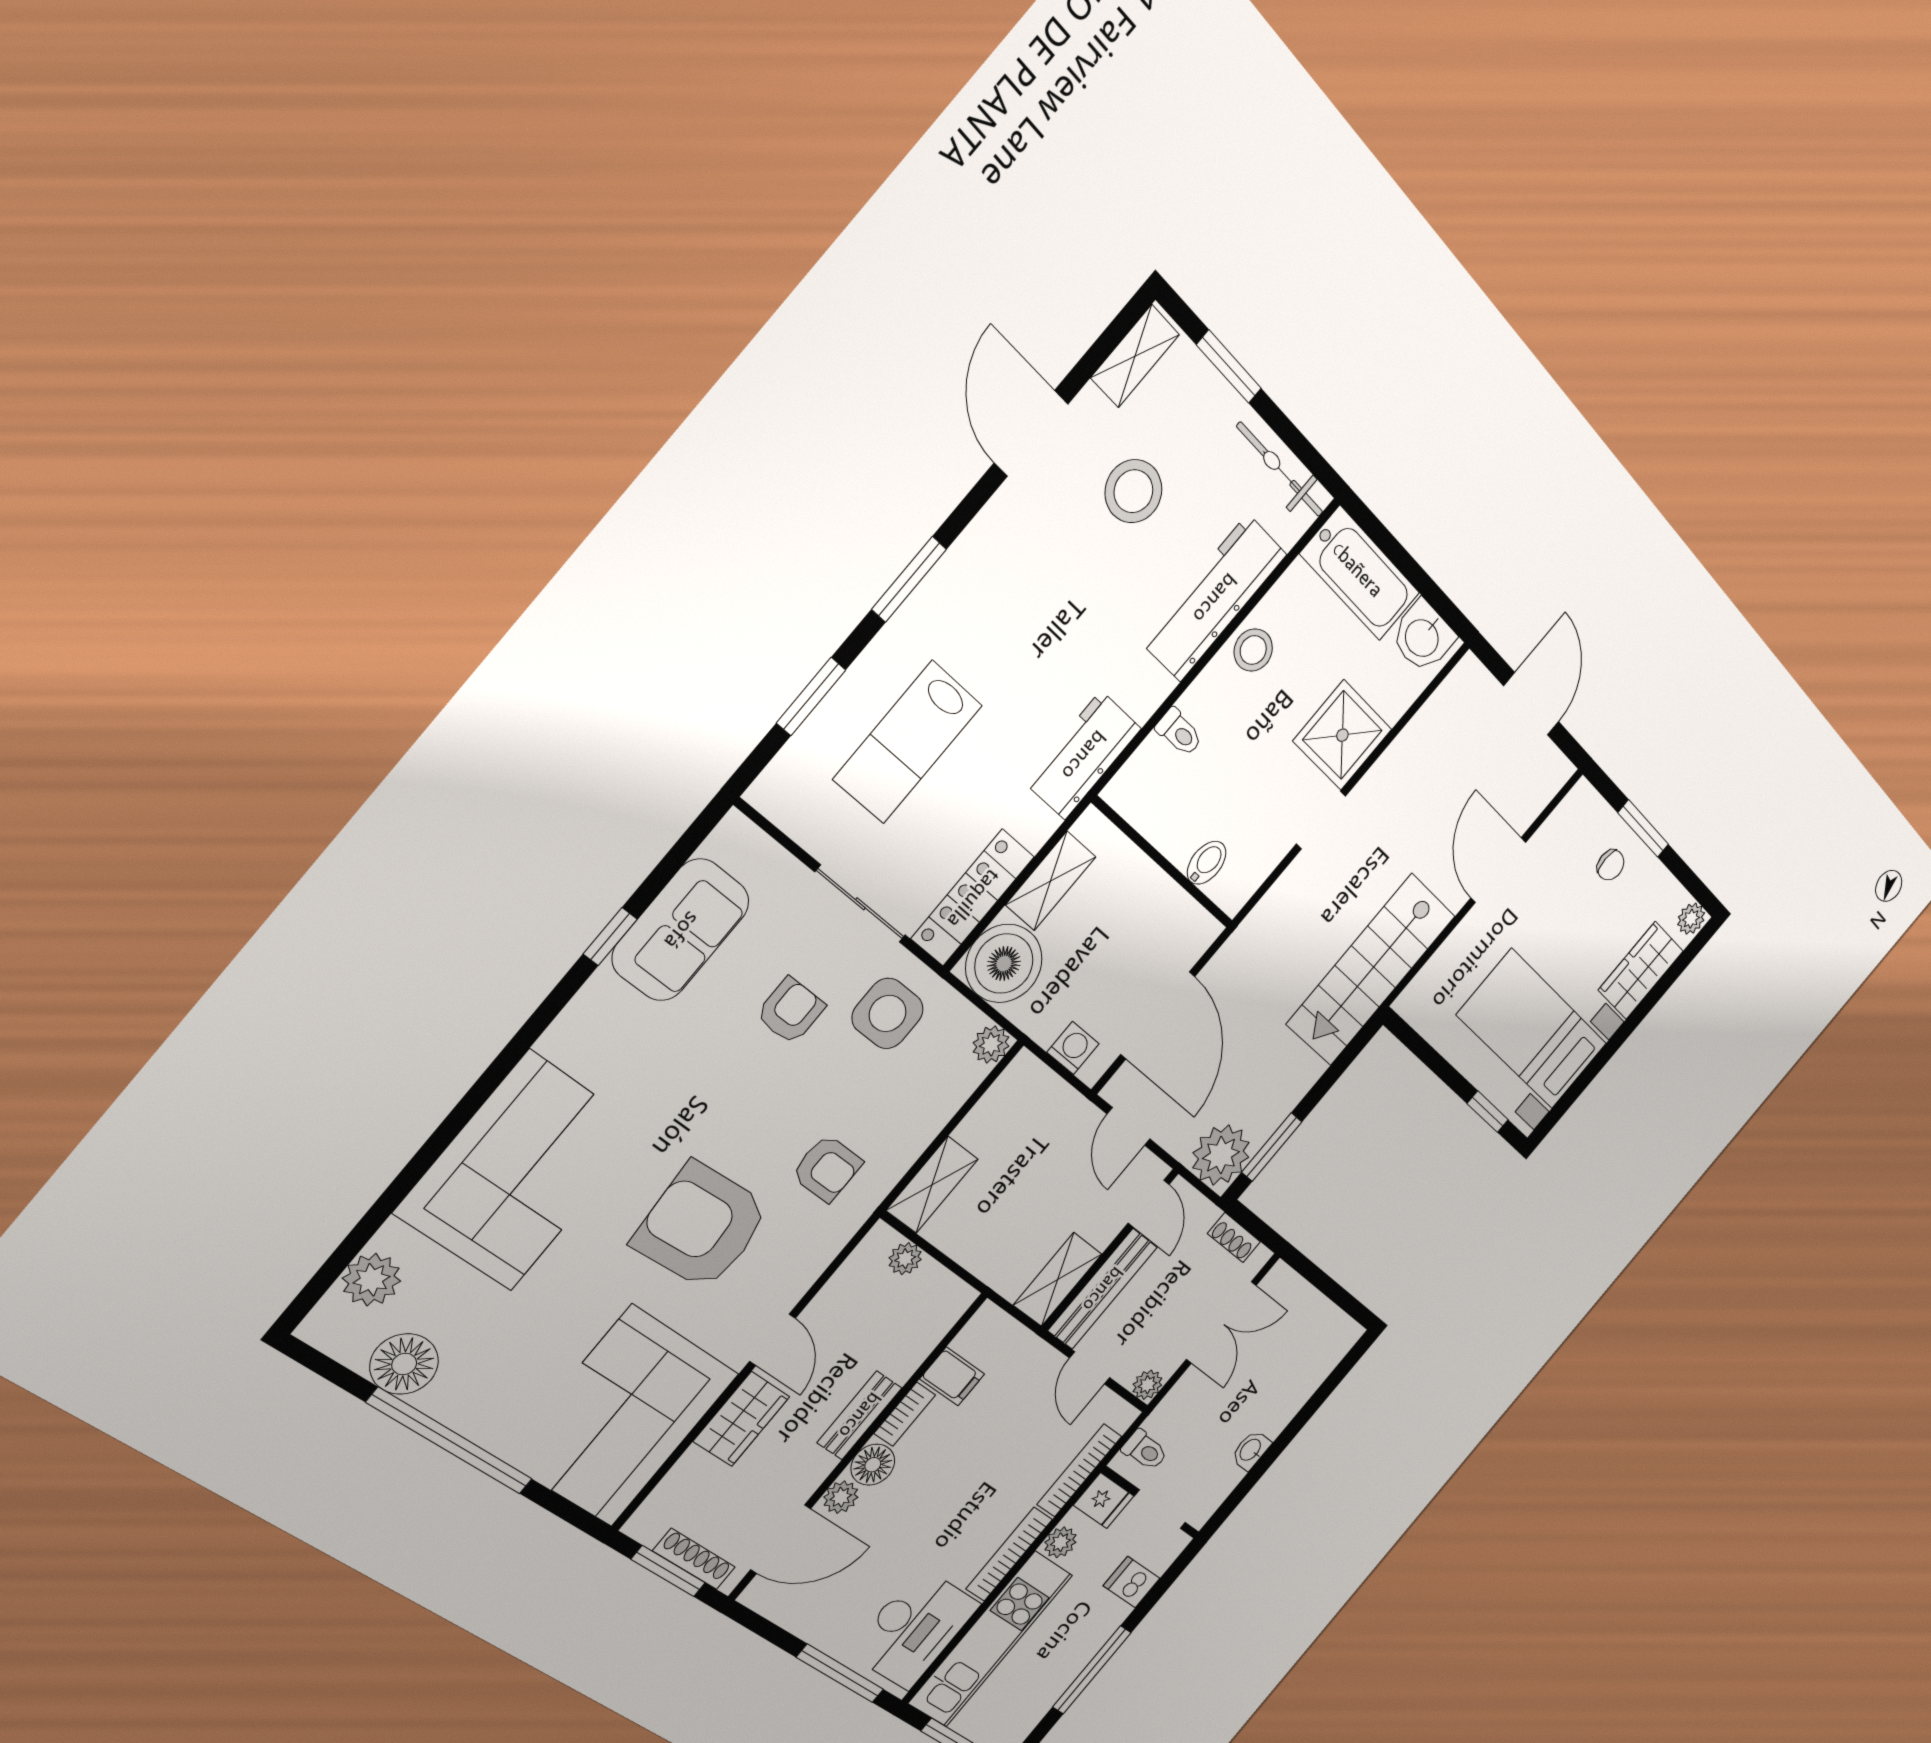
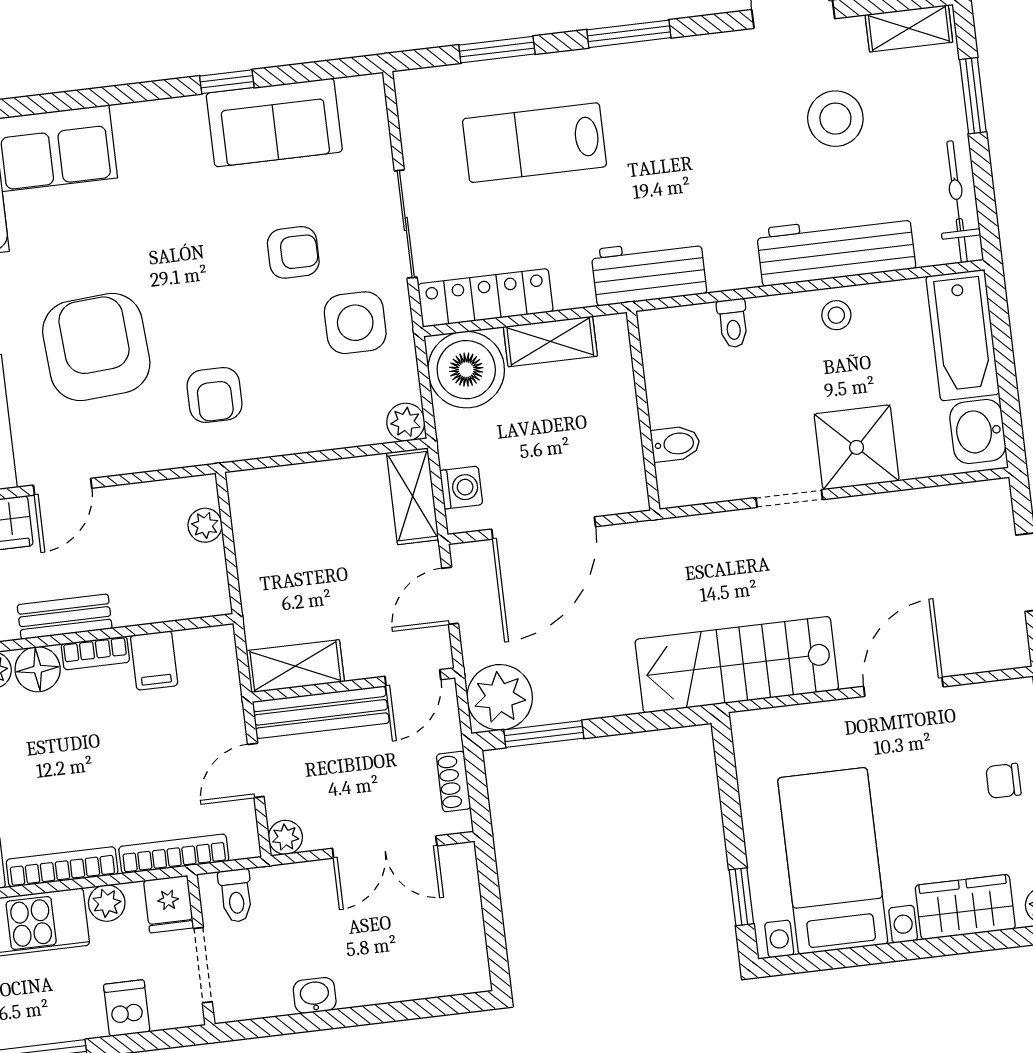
stool: (1253, 650) -> (836, 315), width x0.73, depth x0.73
chair: (1611, 865) -> (1003, 781), turned 90
shelving: (932, 1185) -> (413, 496), moved, turned 90

